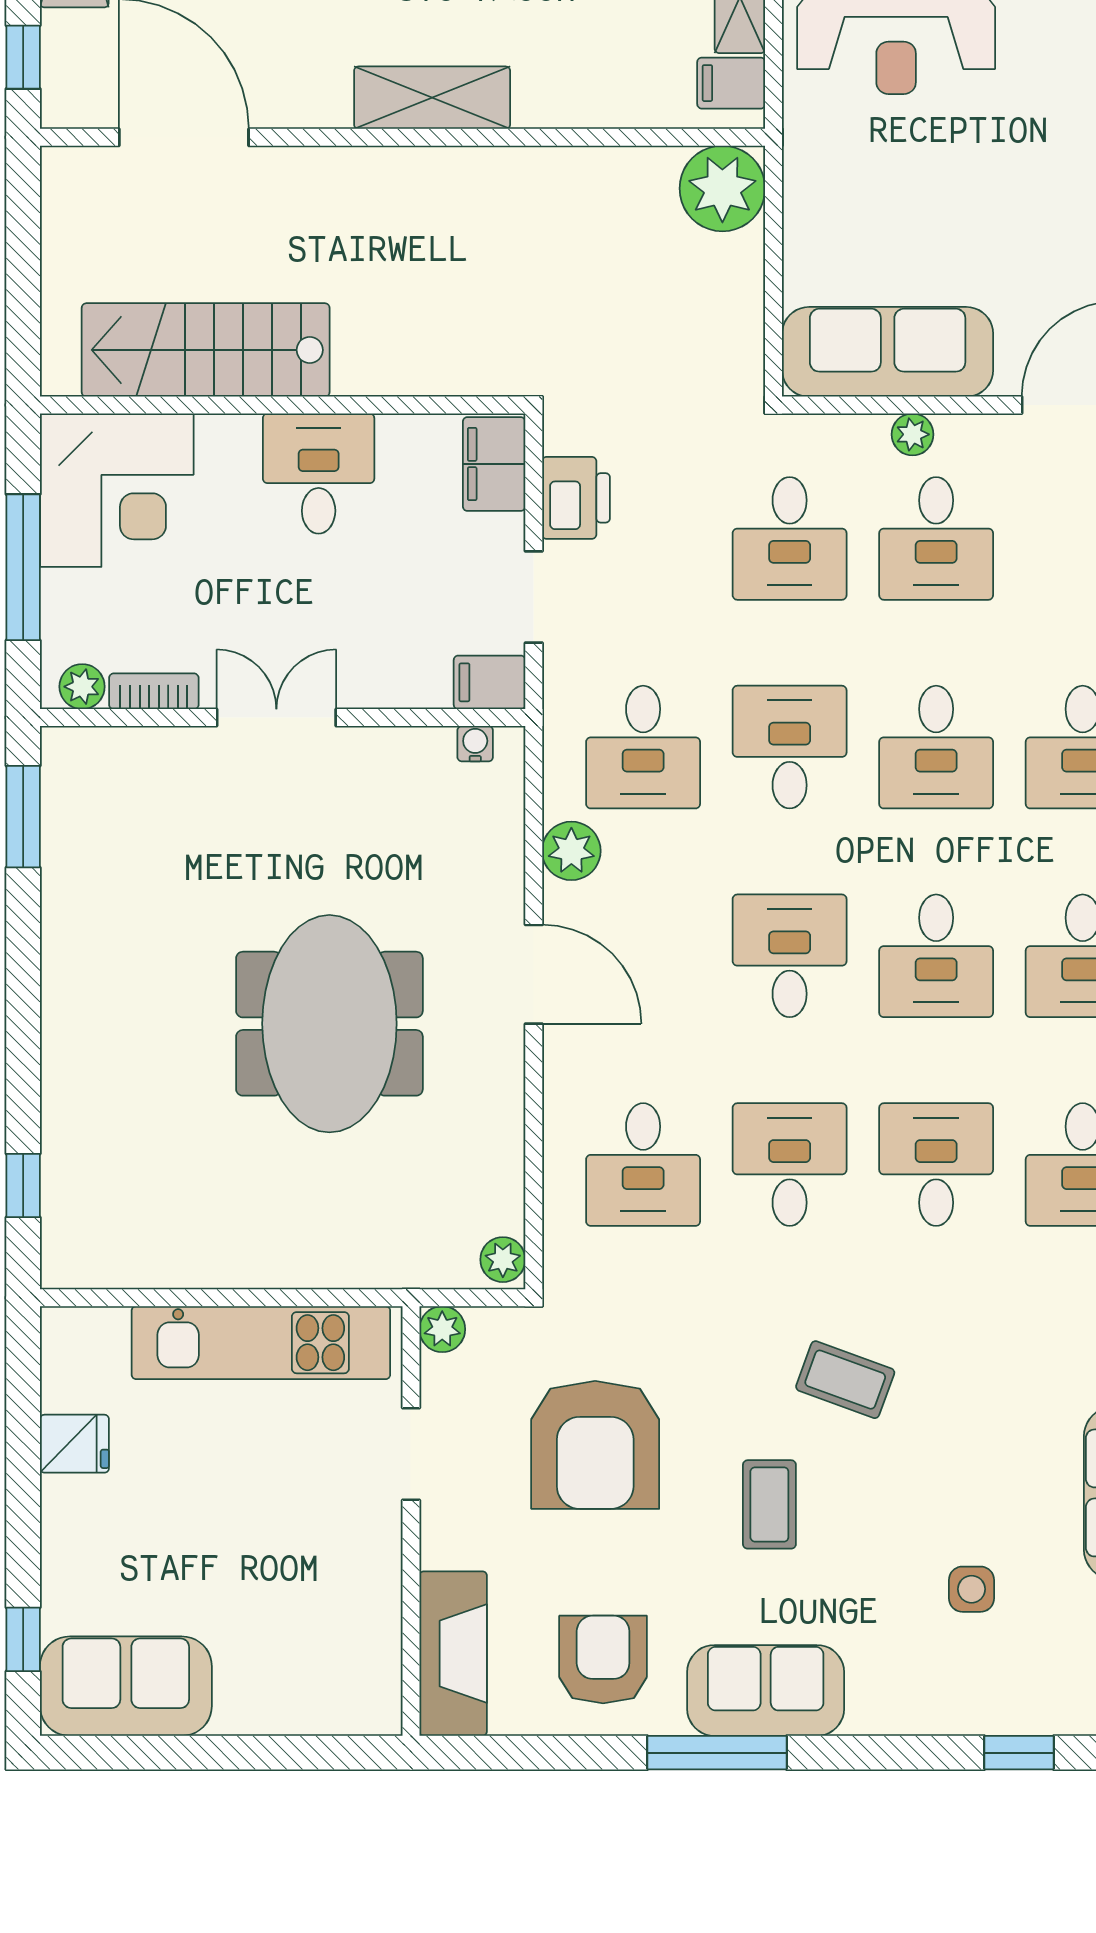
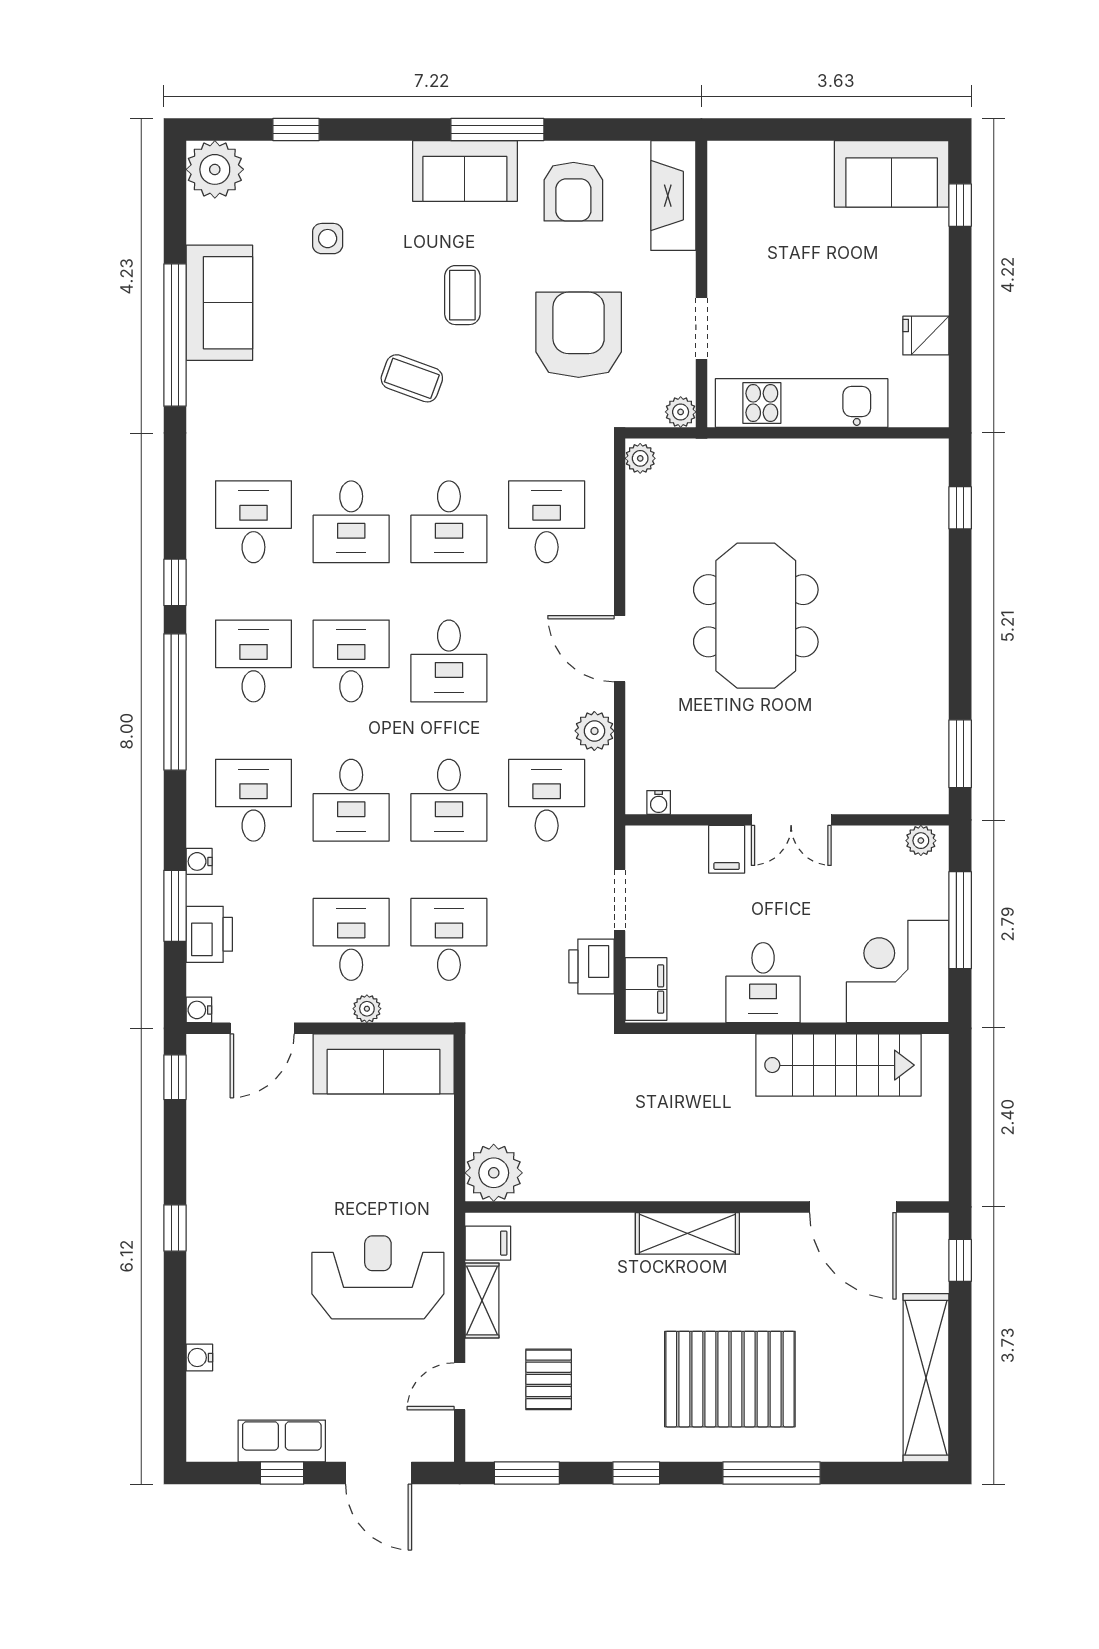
filing cabinet: (489, 682) -> (727, 849), moved, turned 90
bookcase: (154, 691) -> (873, 837), removed
desk: (936, 747) -> (351, 800), turned 180

